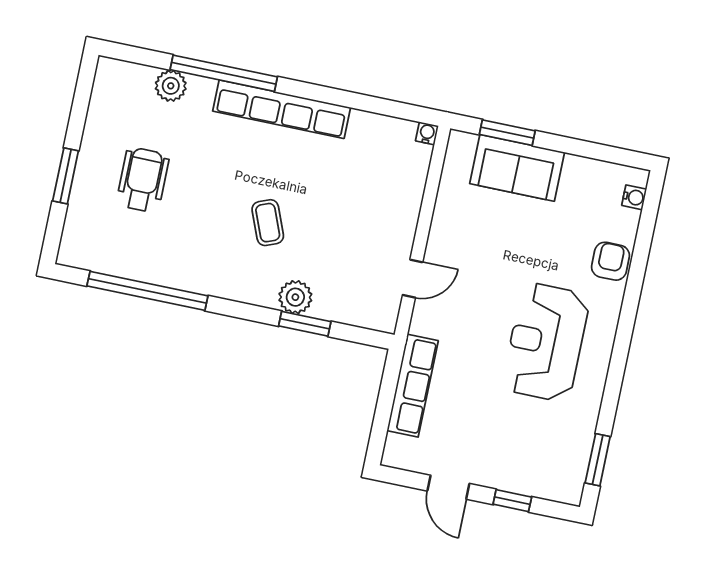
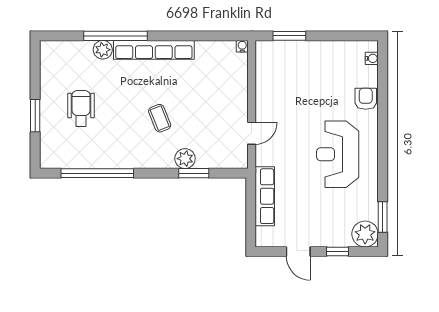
plant: (171, 86) -> (103, 50), moved
sofa: (517, 168) -> (299, 55), removed
plant: (563, 481) -> (365, 234), added

